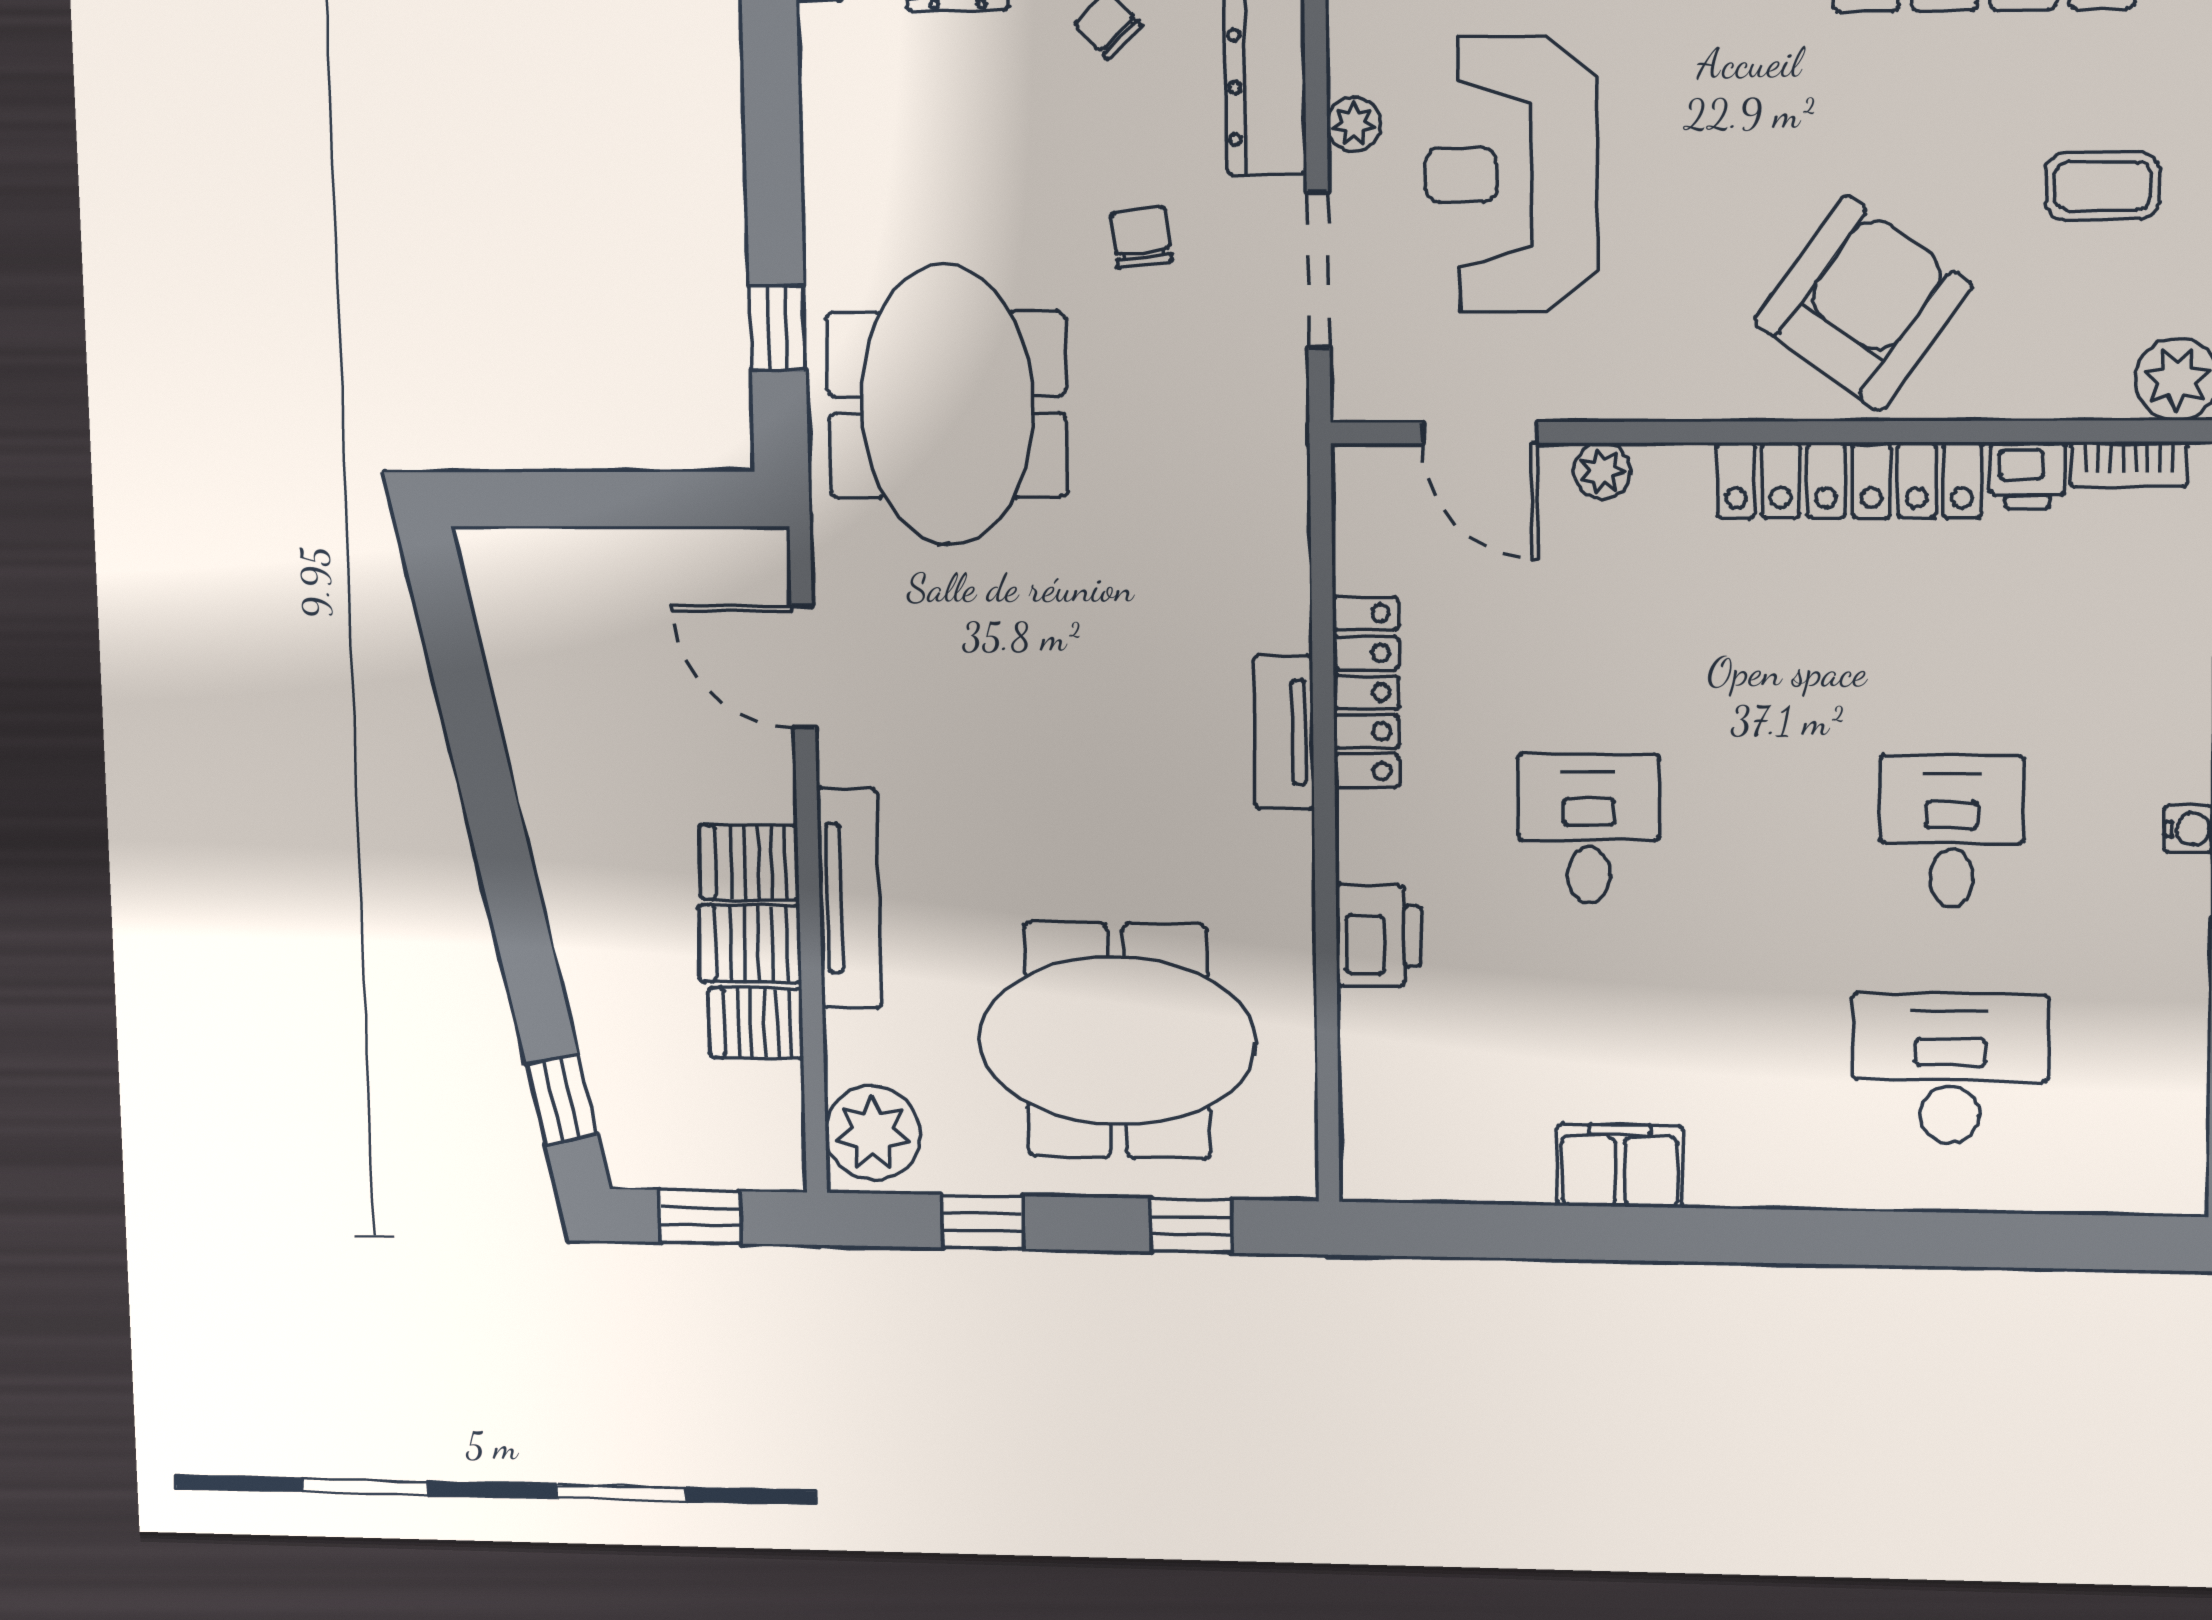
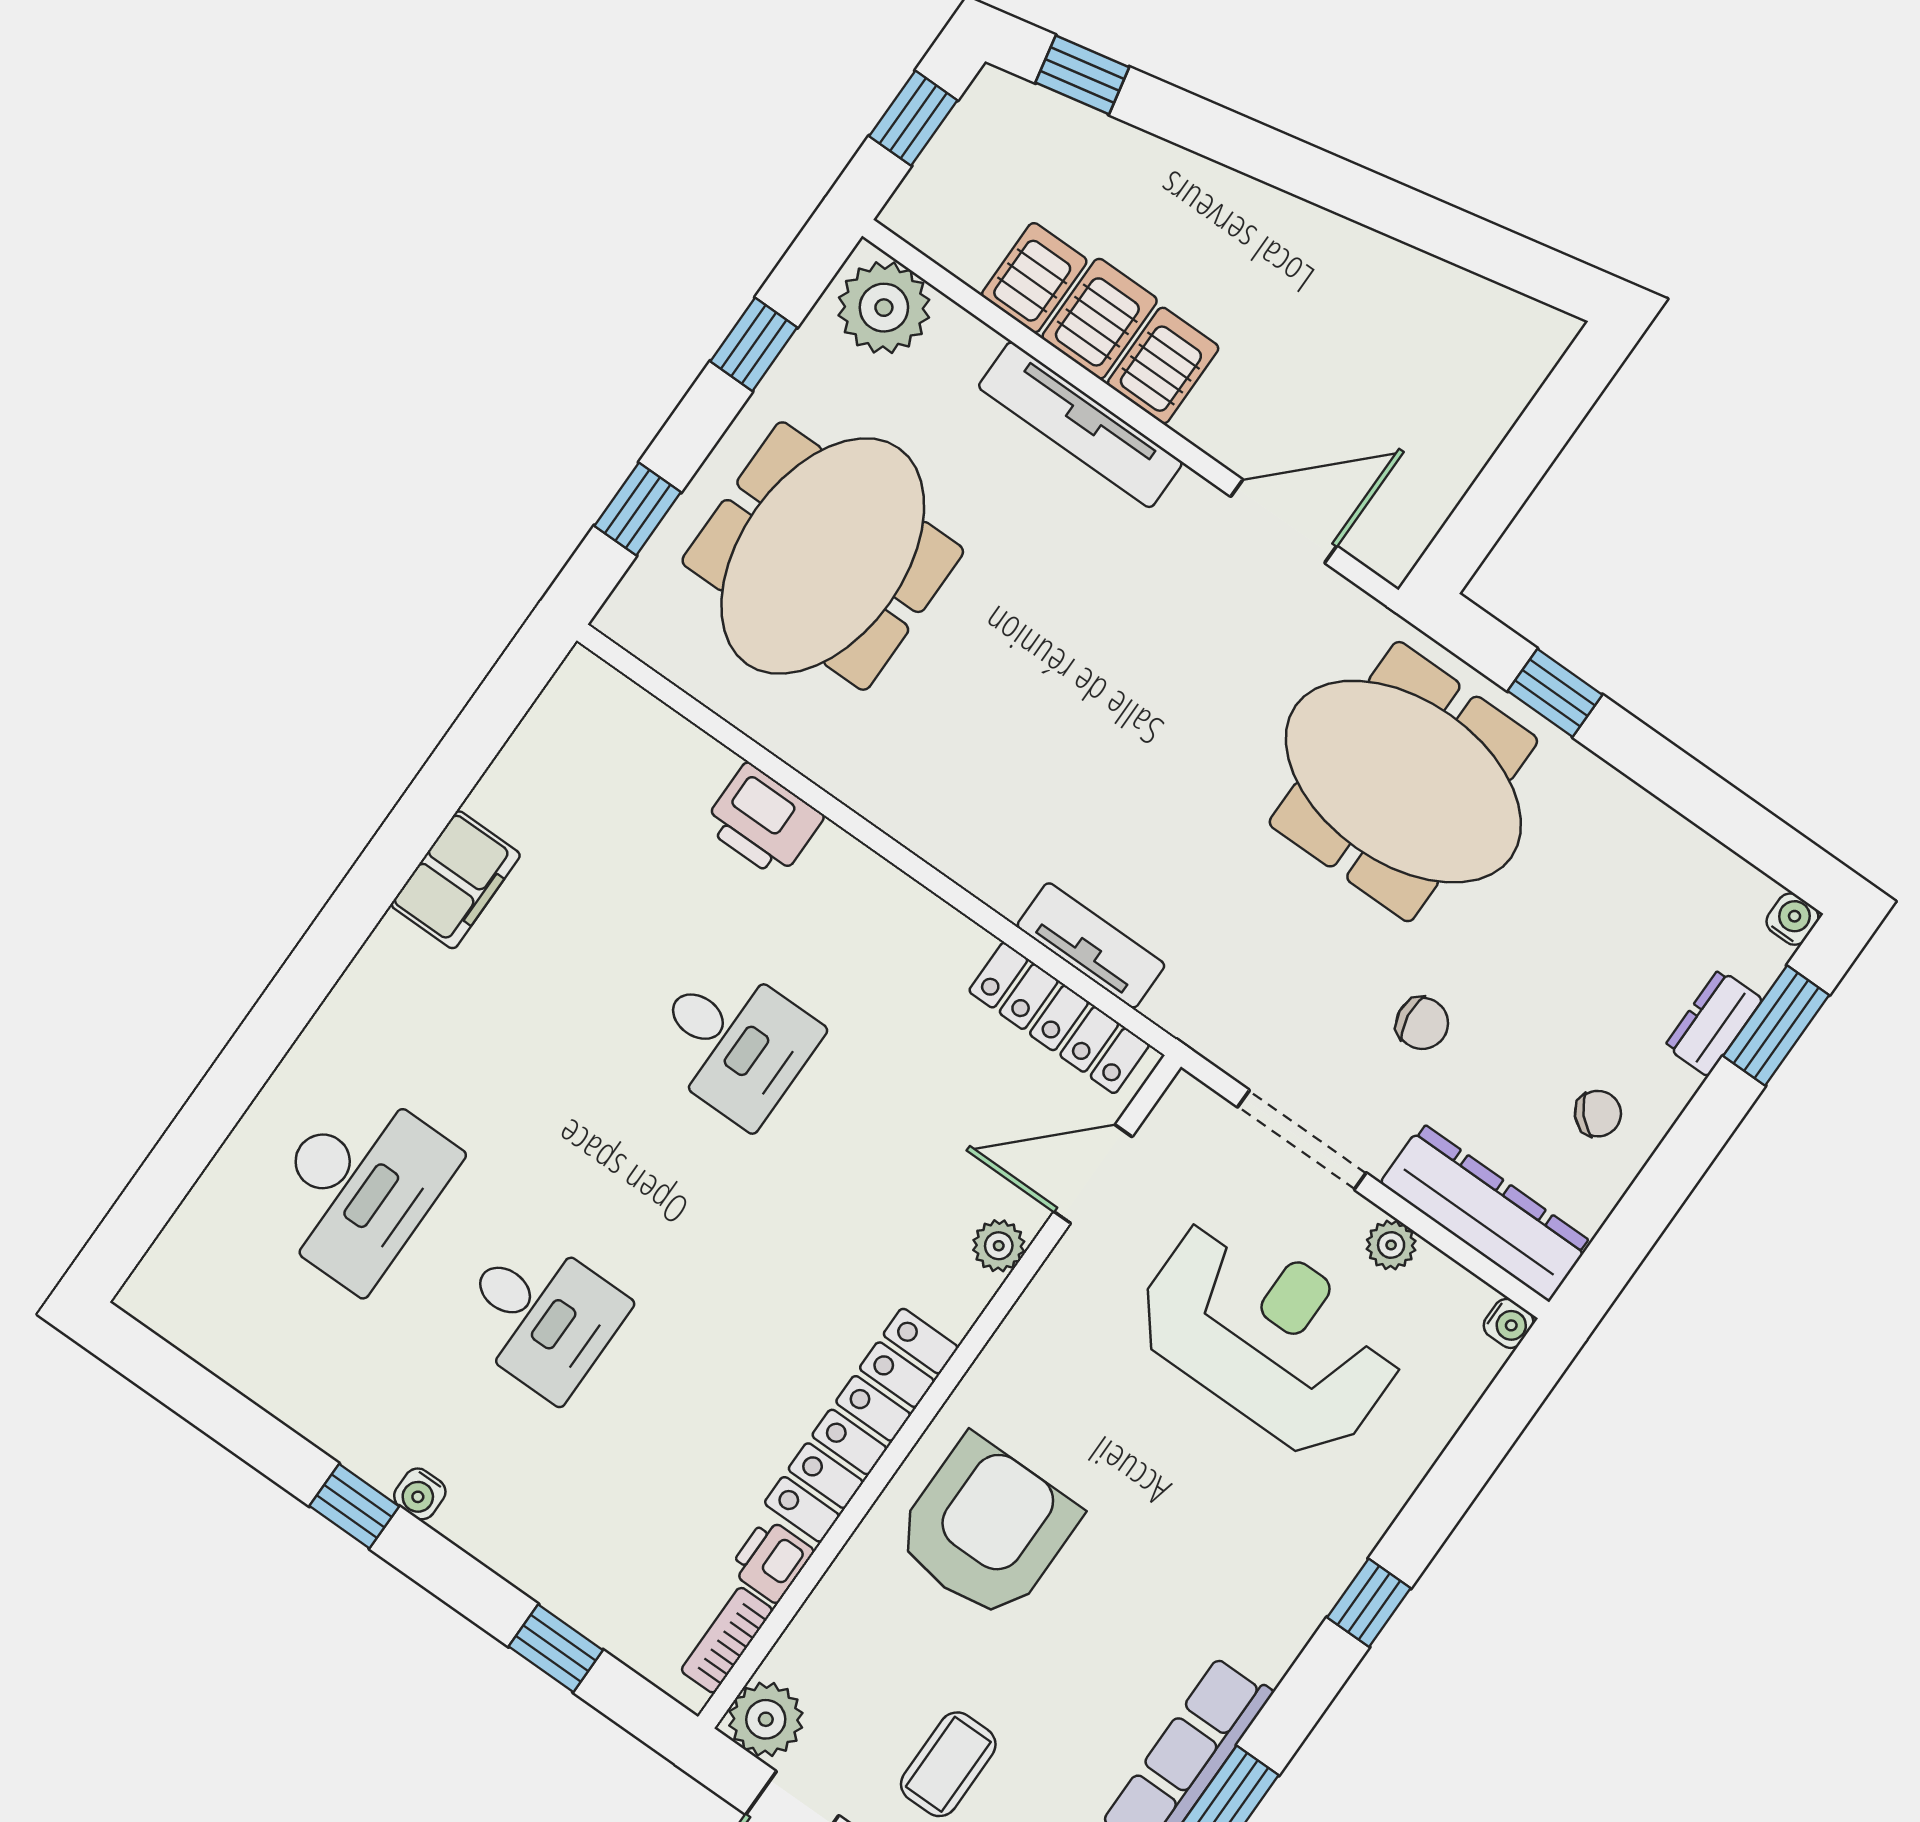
armchair: (1863, 304) -> (986, 1529), turned -126
locker: (1366, 692) -> (1059, 1018), moved
tv unit: (1284, 732) -> (1091, 945), moved

